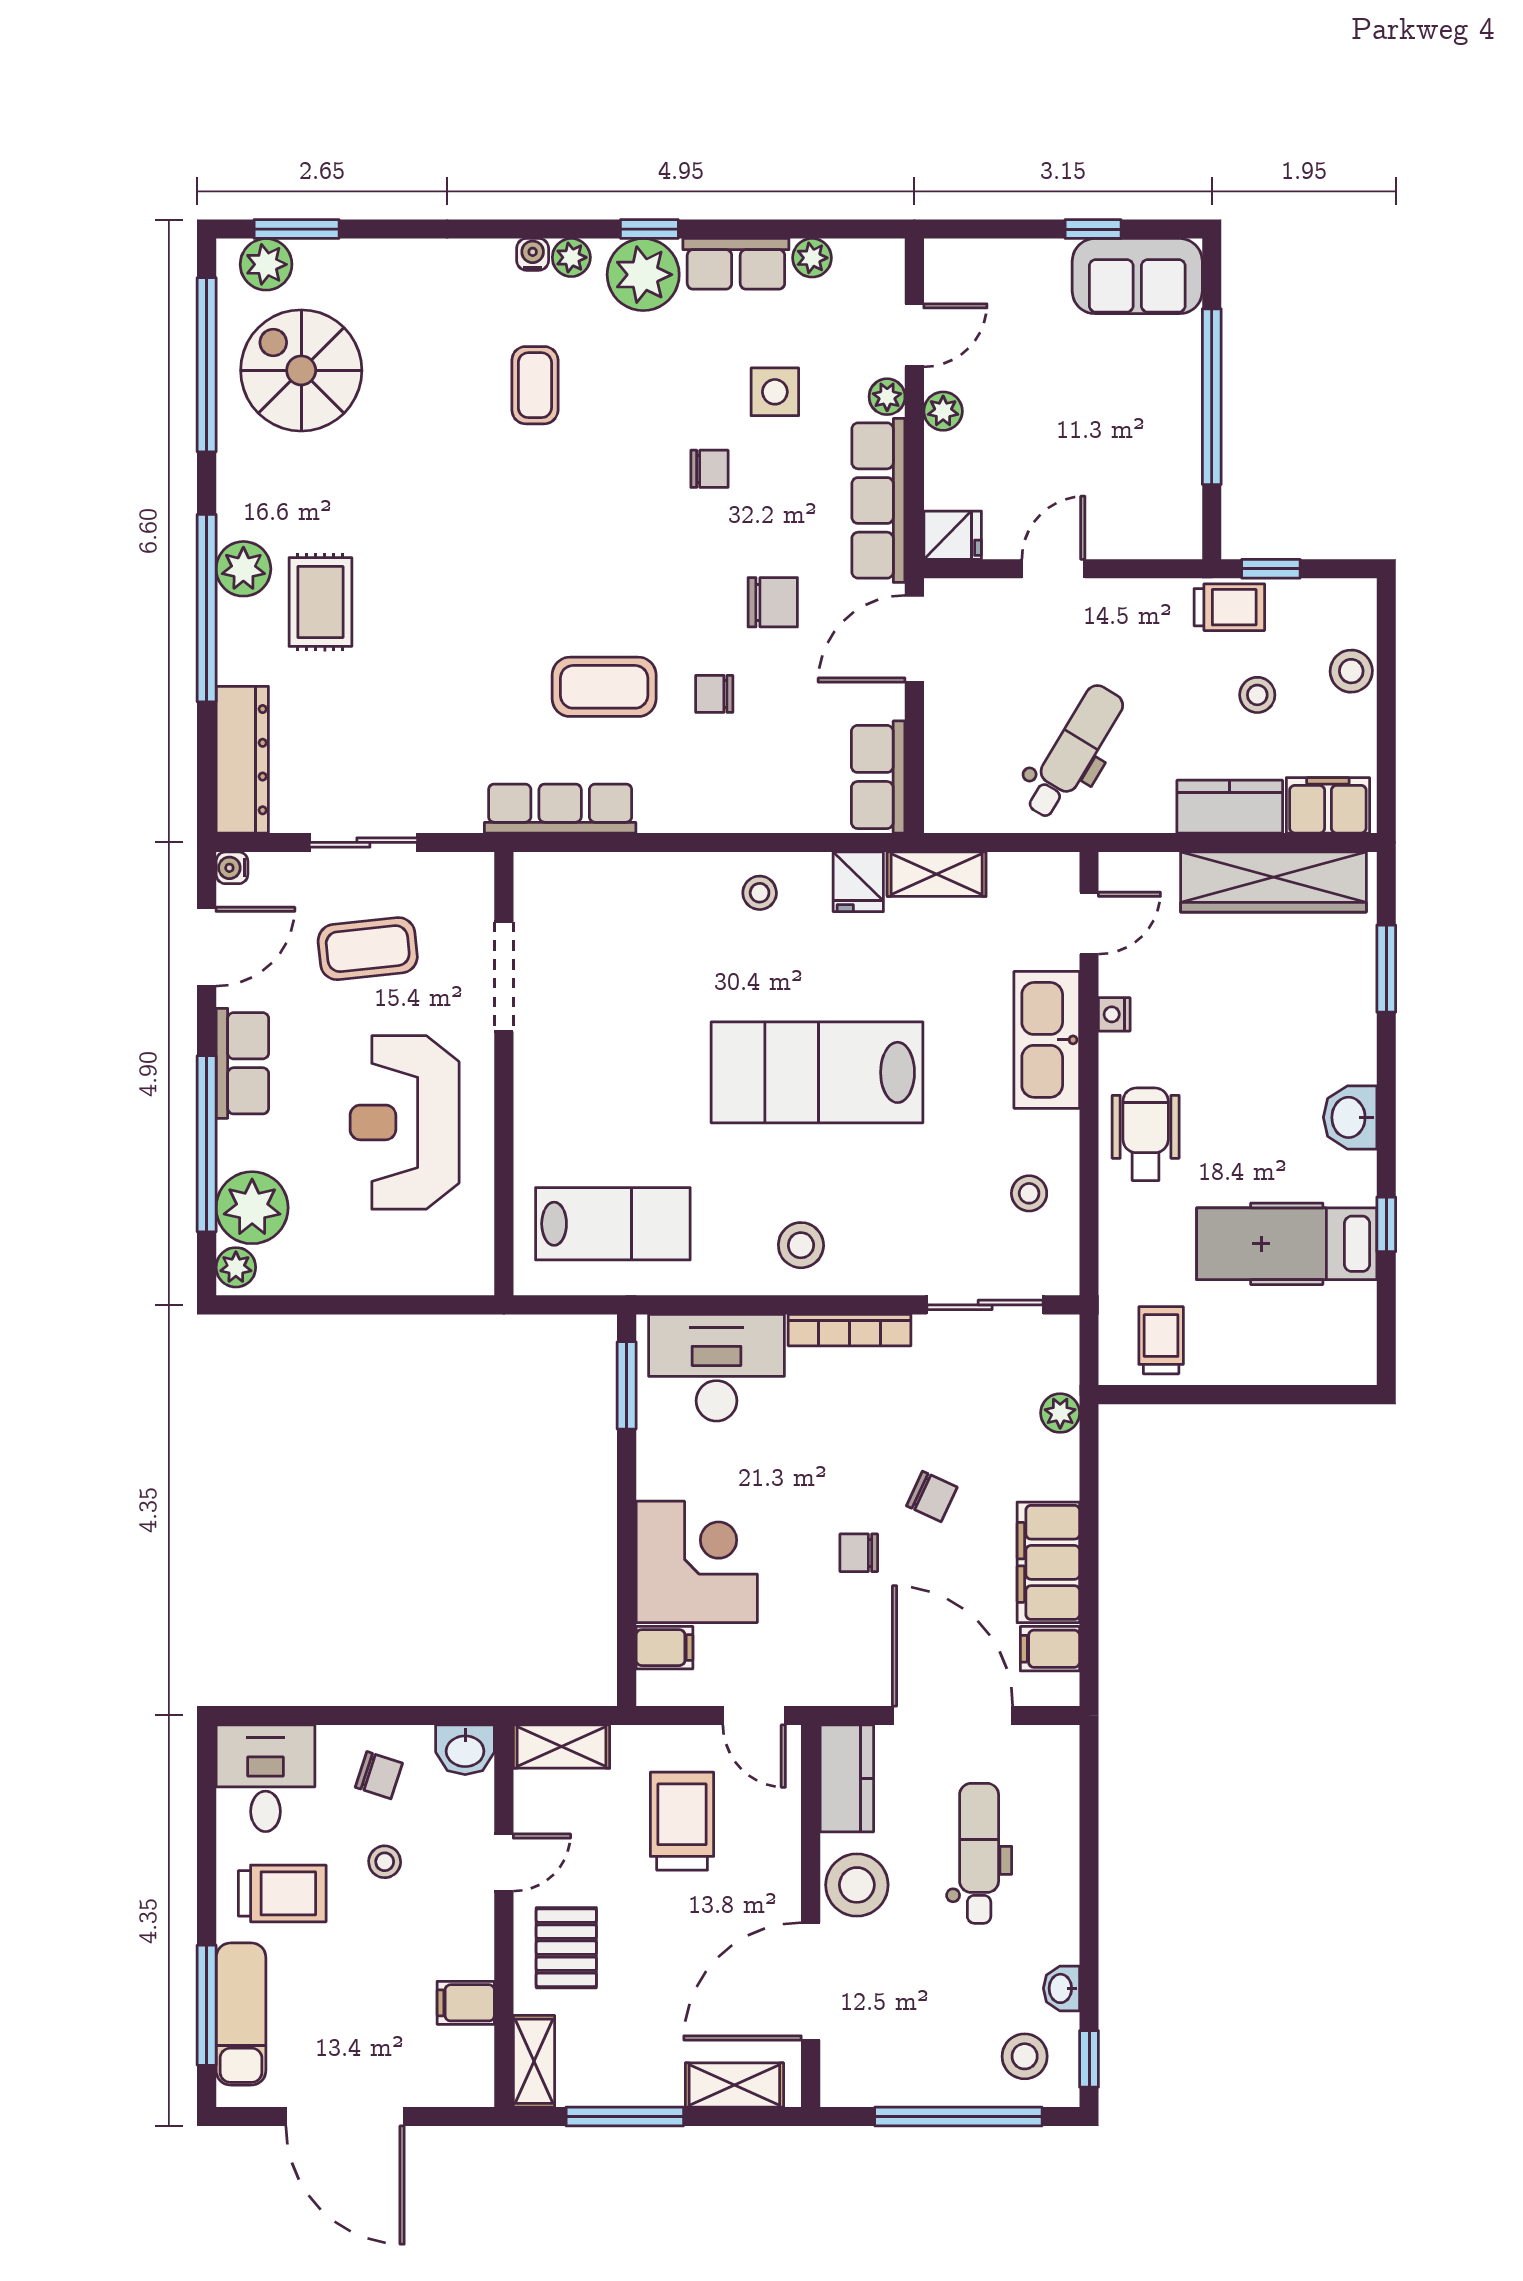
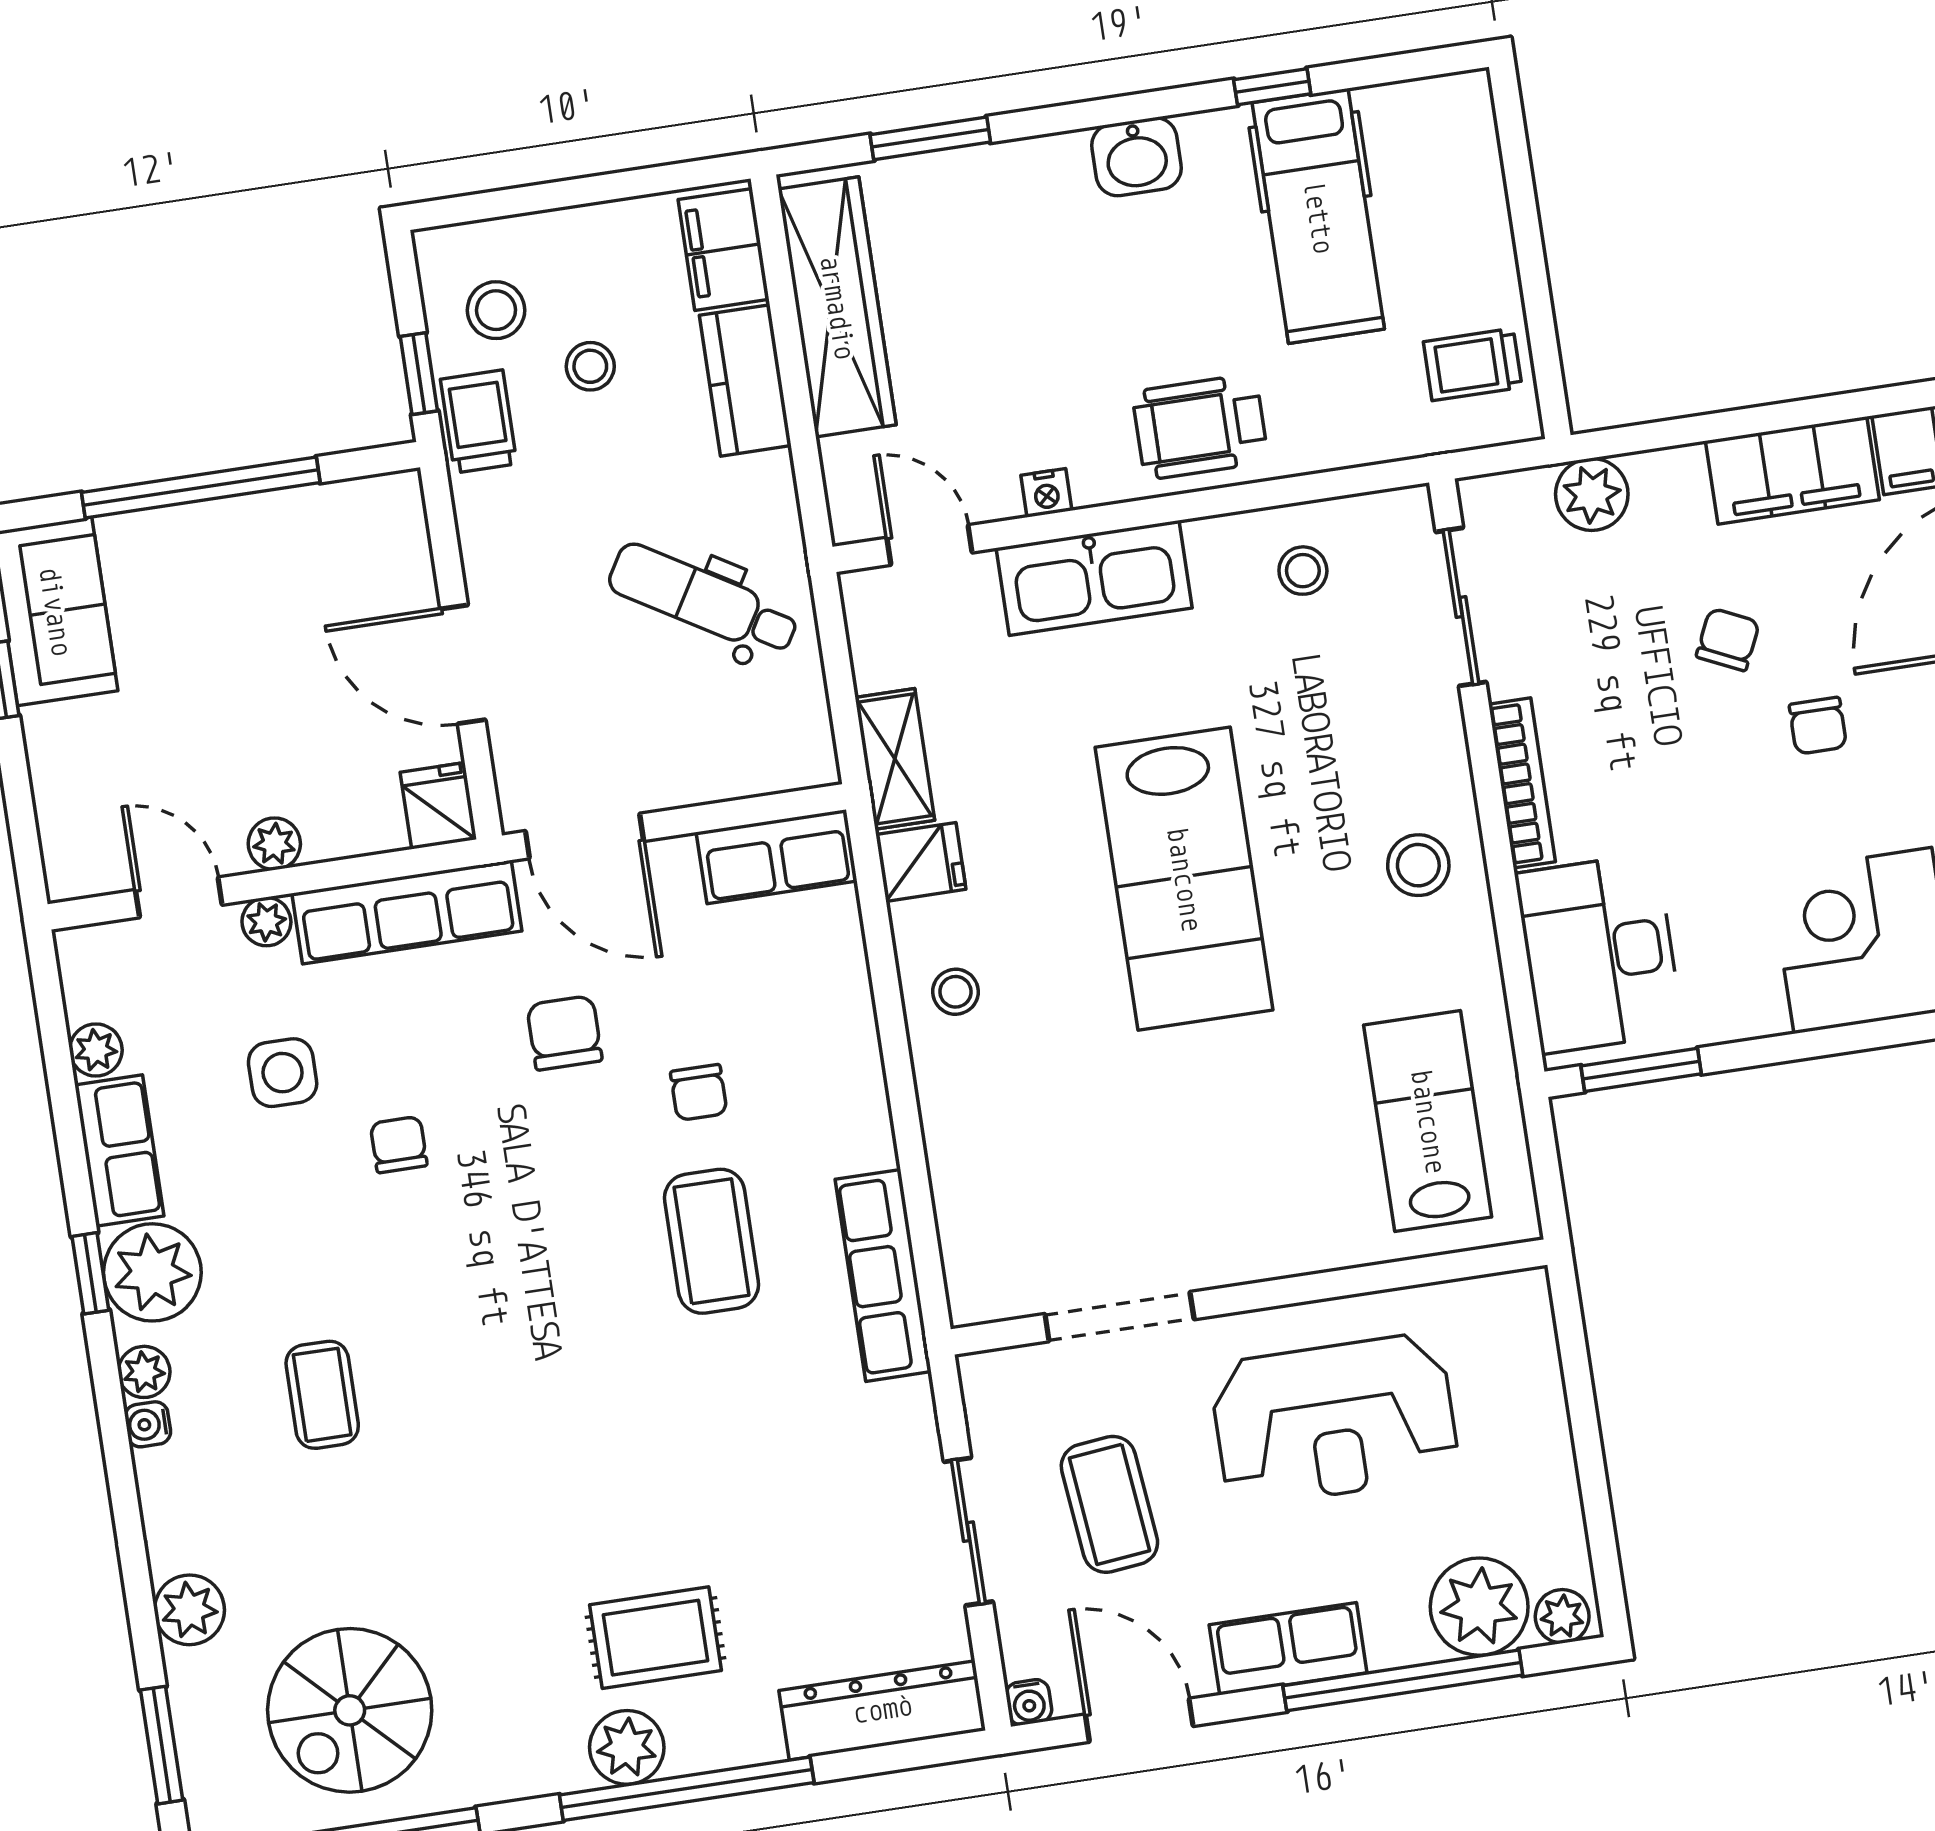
plant: (266, 264) -> (189, 1610), moved
coffee table: (535, 385) -> (322, 1395), turned 90
door: (1053, 569) -> (463, 664), width x1.38
stool: (1351, 671) -> (496, 310), moved
plant: (1060, 1413) -> (1592, 494), width x1.38, depth x1.38

